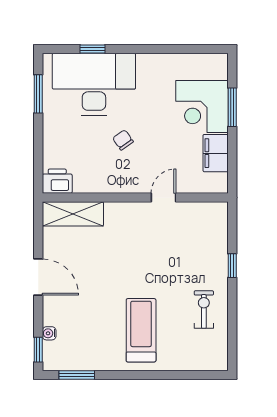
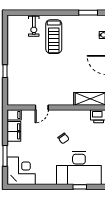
corner desk: (202, 107) -> (21, 171), moved
filing cabinet: (215, 184) -> (14, 115), added
exercise bike: (204, 310) -> (34, 26), moved

